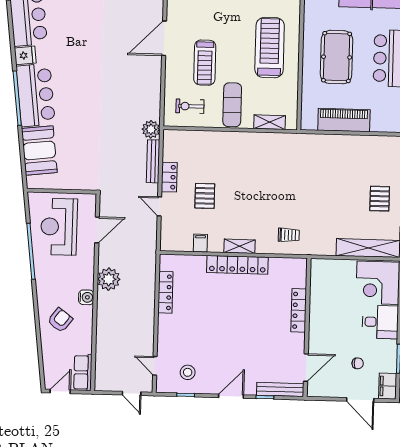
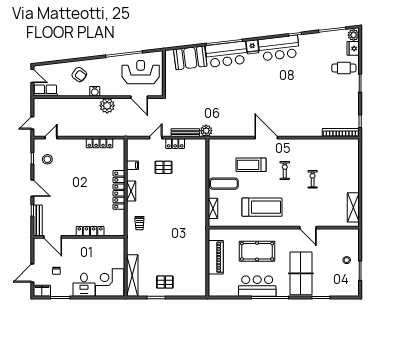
exercise bike: (190, 106) -> (285, 170), moved

